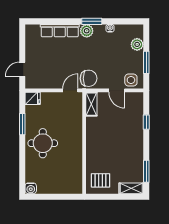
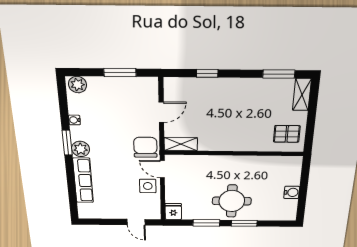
plant: (137, 44) -> (78, 85), moved
side table: (131, 80) -> (148, 186), moved
window: (22, 154) -> (244, 223), added
pallet: (101, 180) -> (287, 134), turned 90
water cooler: (31, 188) -> (292, 192), moved

